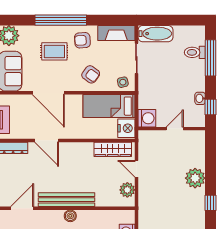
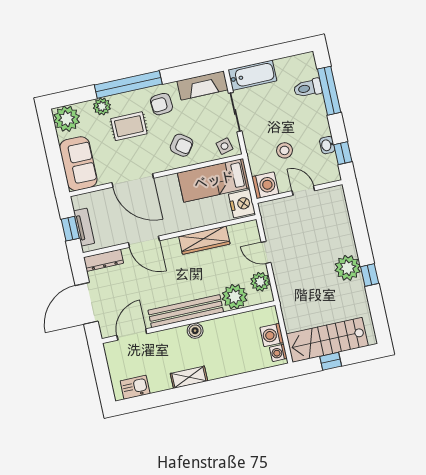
plant: (37, 32) -> (102, 106), added
stool: (167, 95) -> (284, 150), added
door: (175, 129) -> (303, 191), hinge flipped
wardrobe: (113, 149) -> (204, 240), moved
plant: (195, 178) -> (348, 268), moved
plant: (106, 197) -> (235, 297), added

